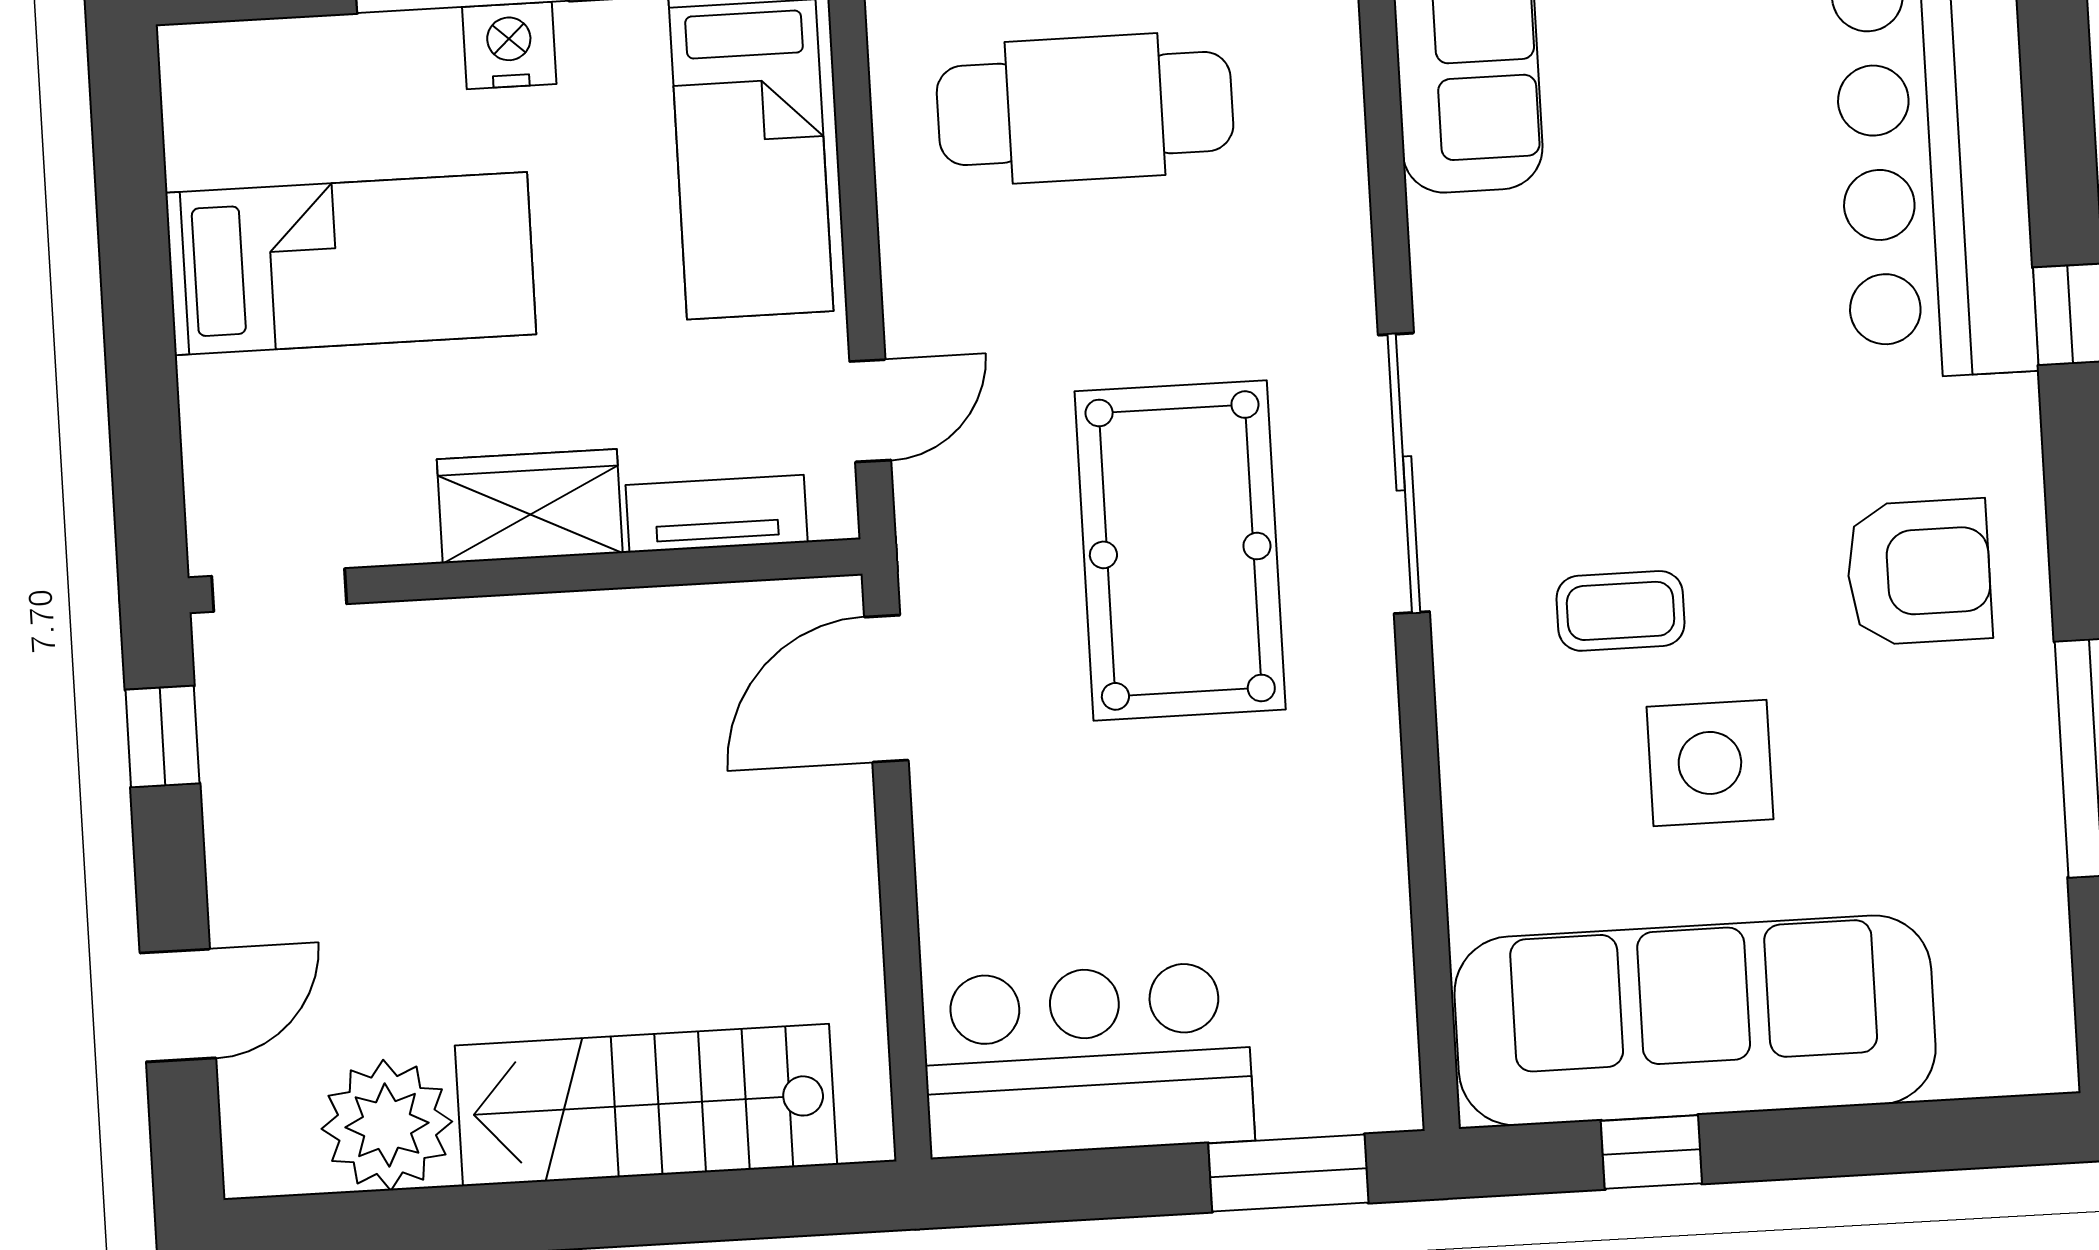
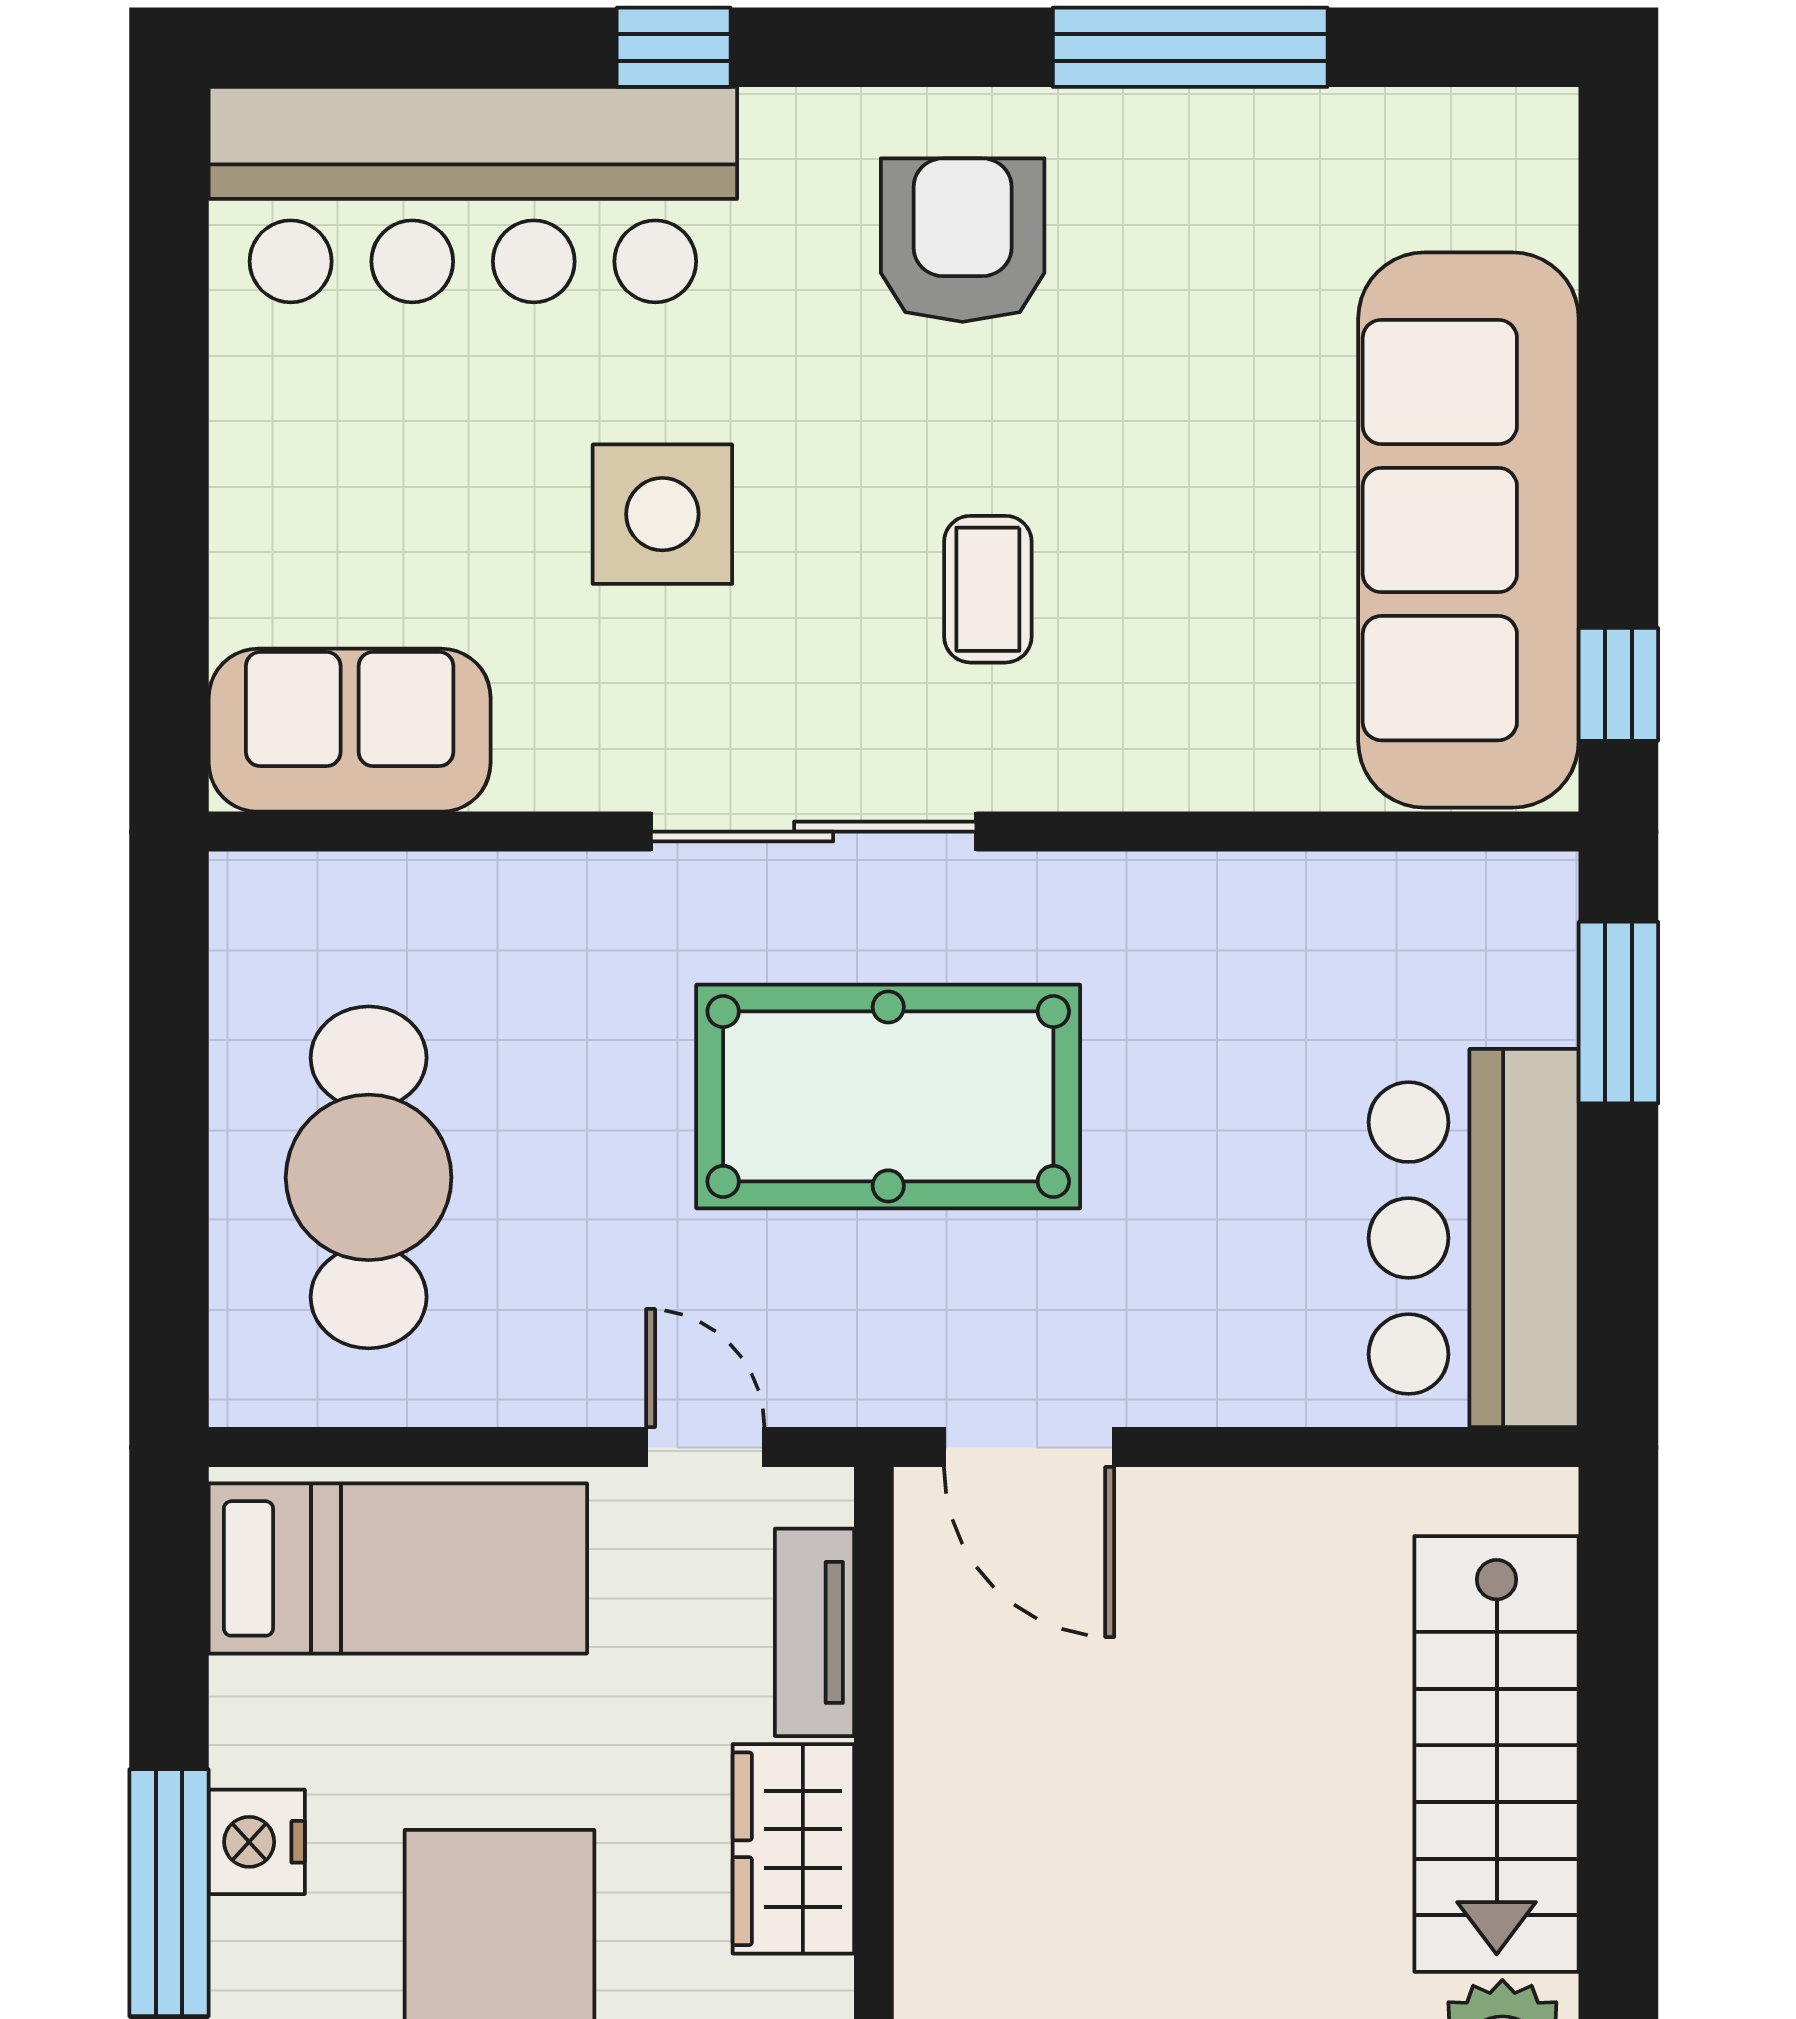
side table: (1710, 763) -> (662, 514), moved
window: (1651, 1152) -> (1618, 684), moved

